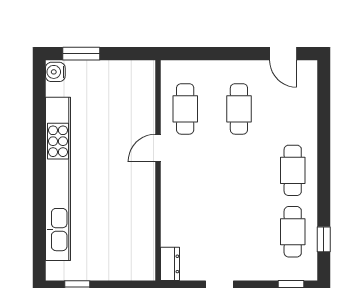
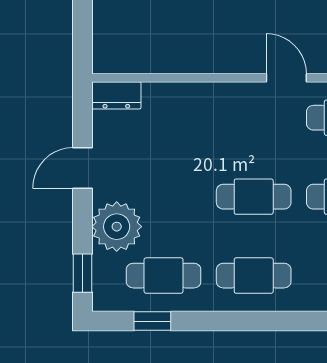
cafe table: (239, 170) -> (254, 197), added
plant: (259, 264) -> (117, 227), added

